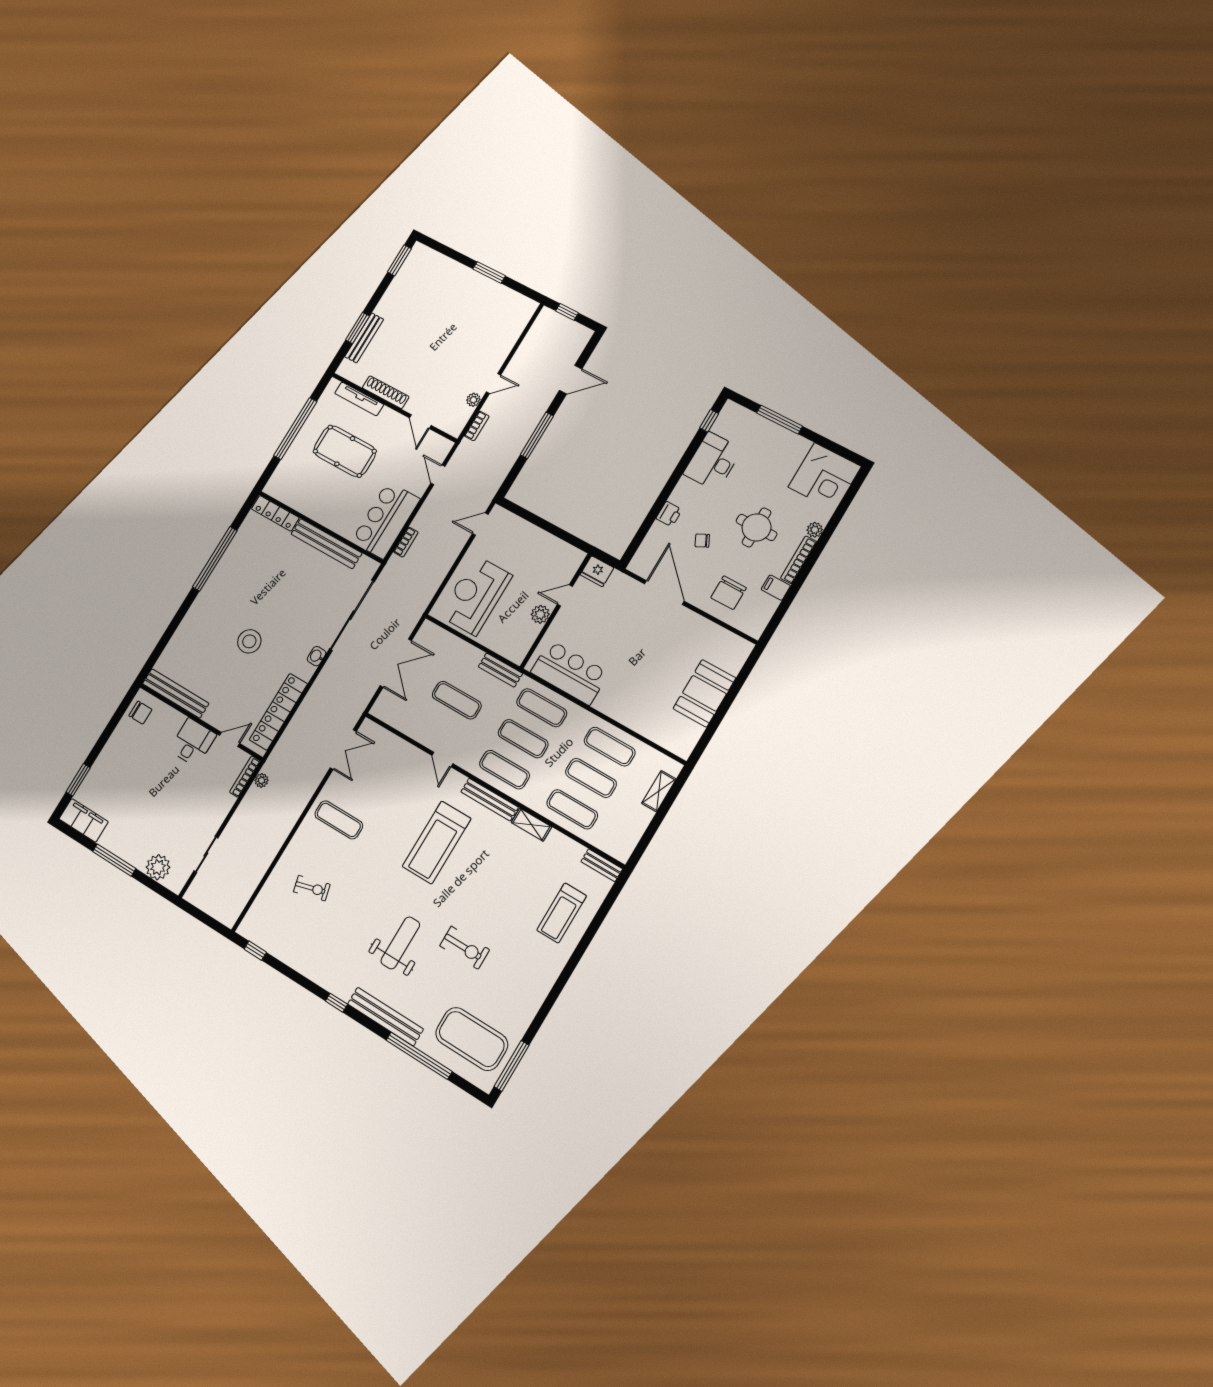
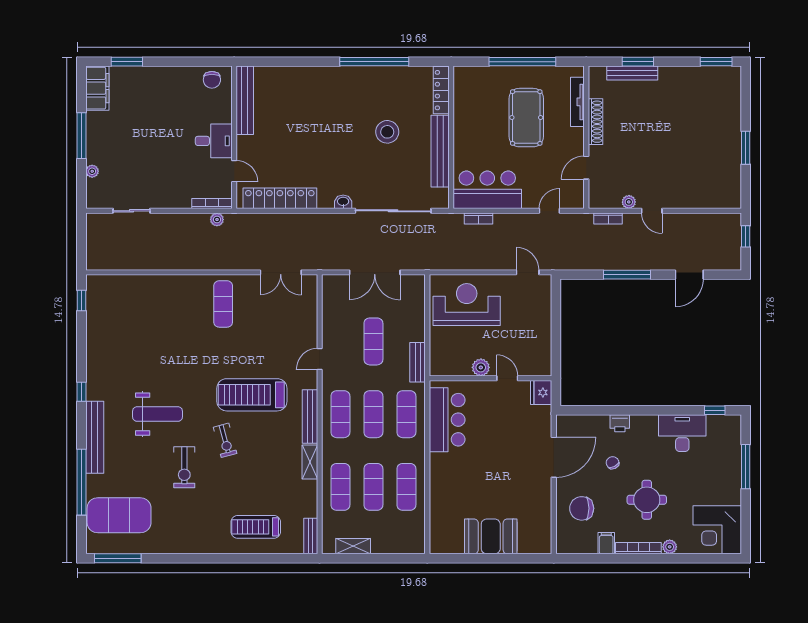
door: (571, 380) -> (689, 275), hinge flipped
stool: (249, 641) -> (387, 132), moved
shelving: (659, 791) -> (353, 546), moved
plant: (158, 867) -> (92, 171), width x0.53, depth x0.53
exercise bike: (312, 888) -> (225, 440), moved
exercise mat: (472, 1039) -> (119, 515), turned 90

